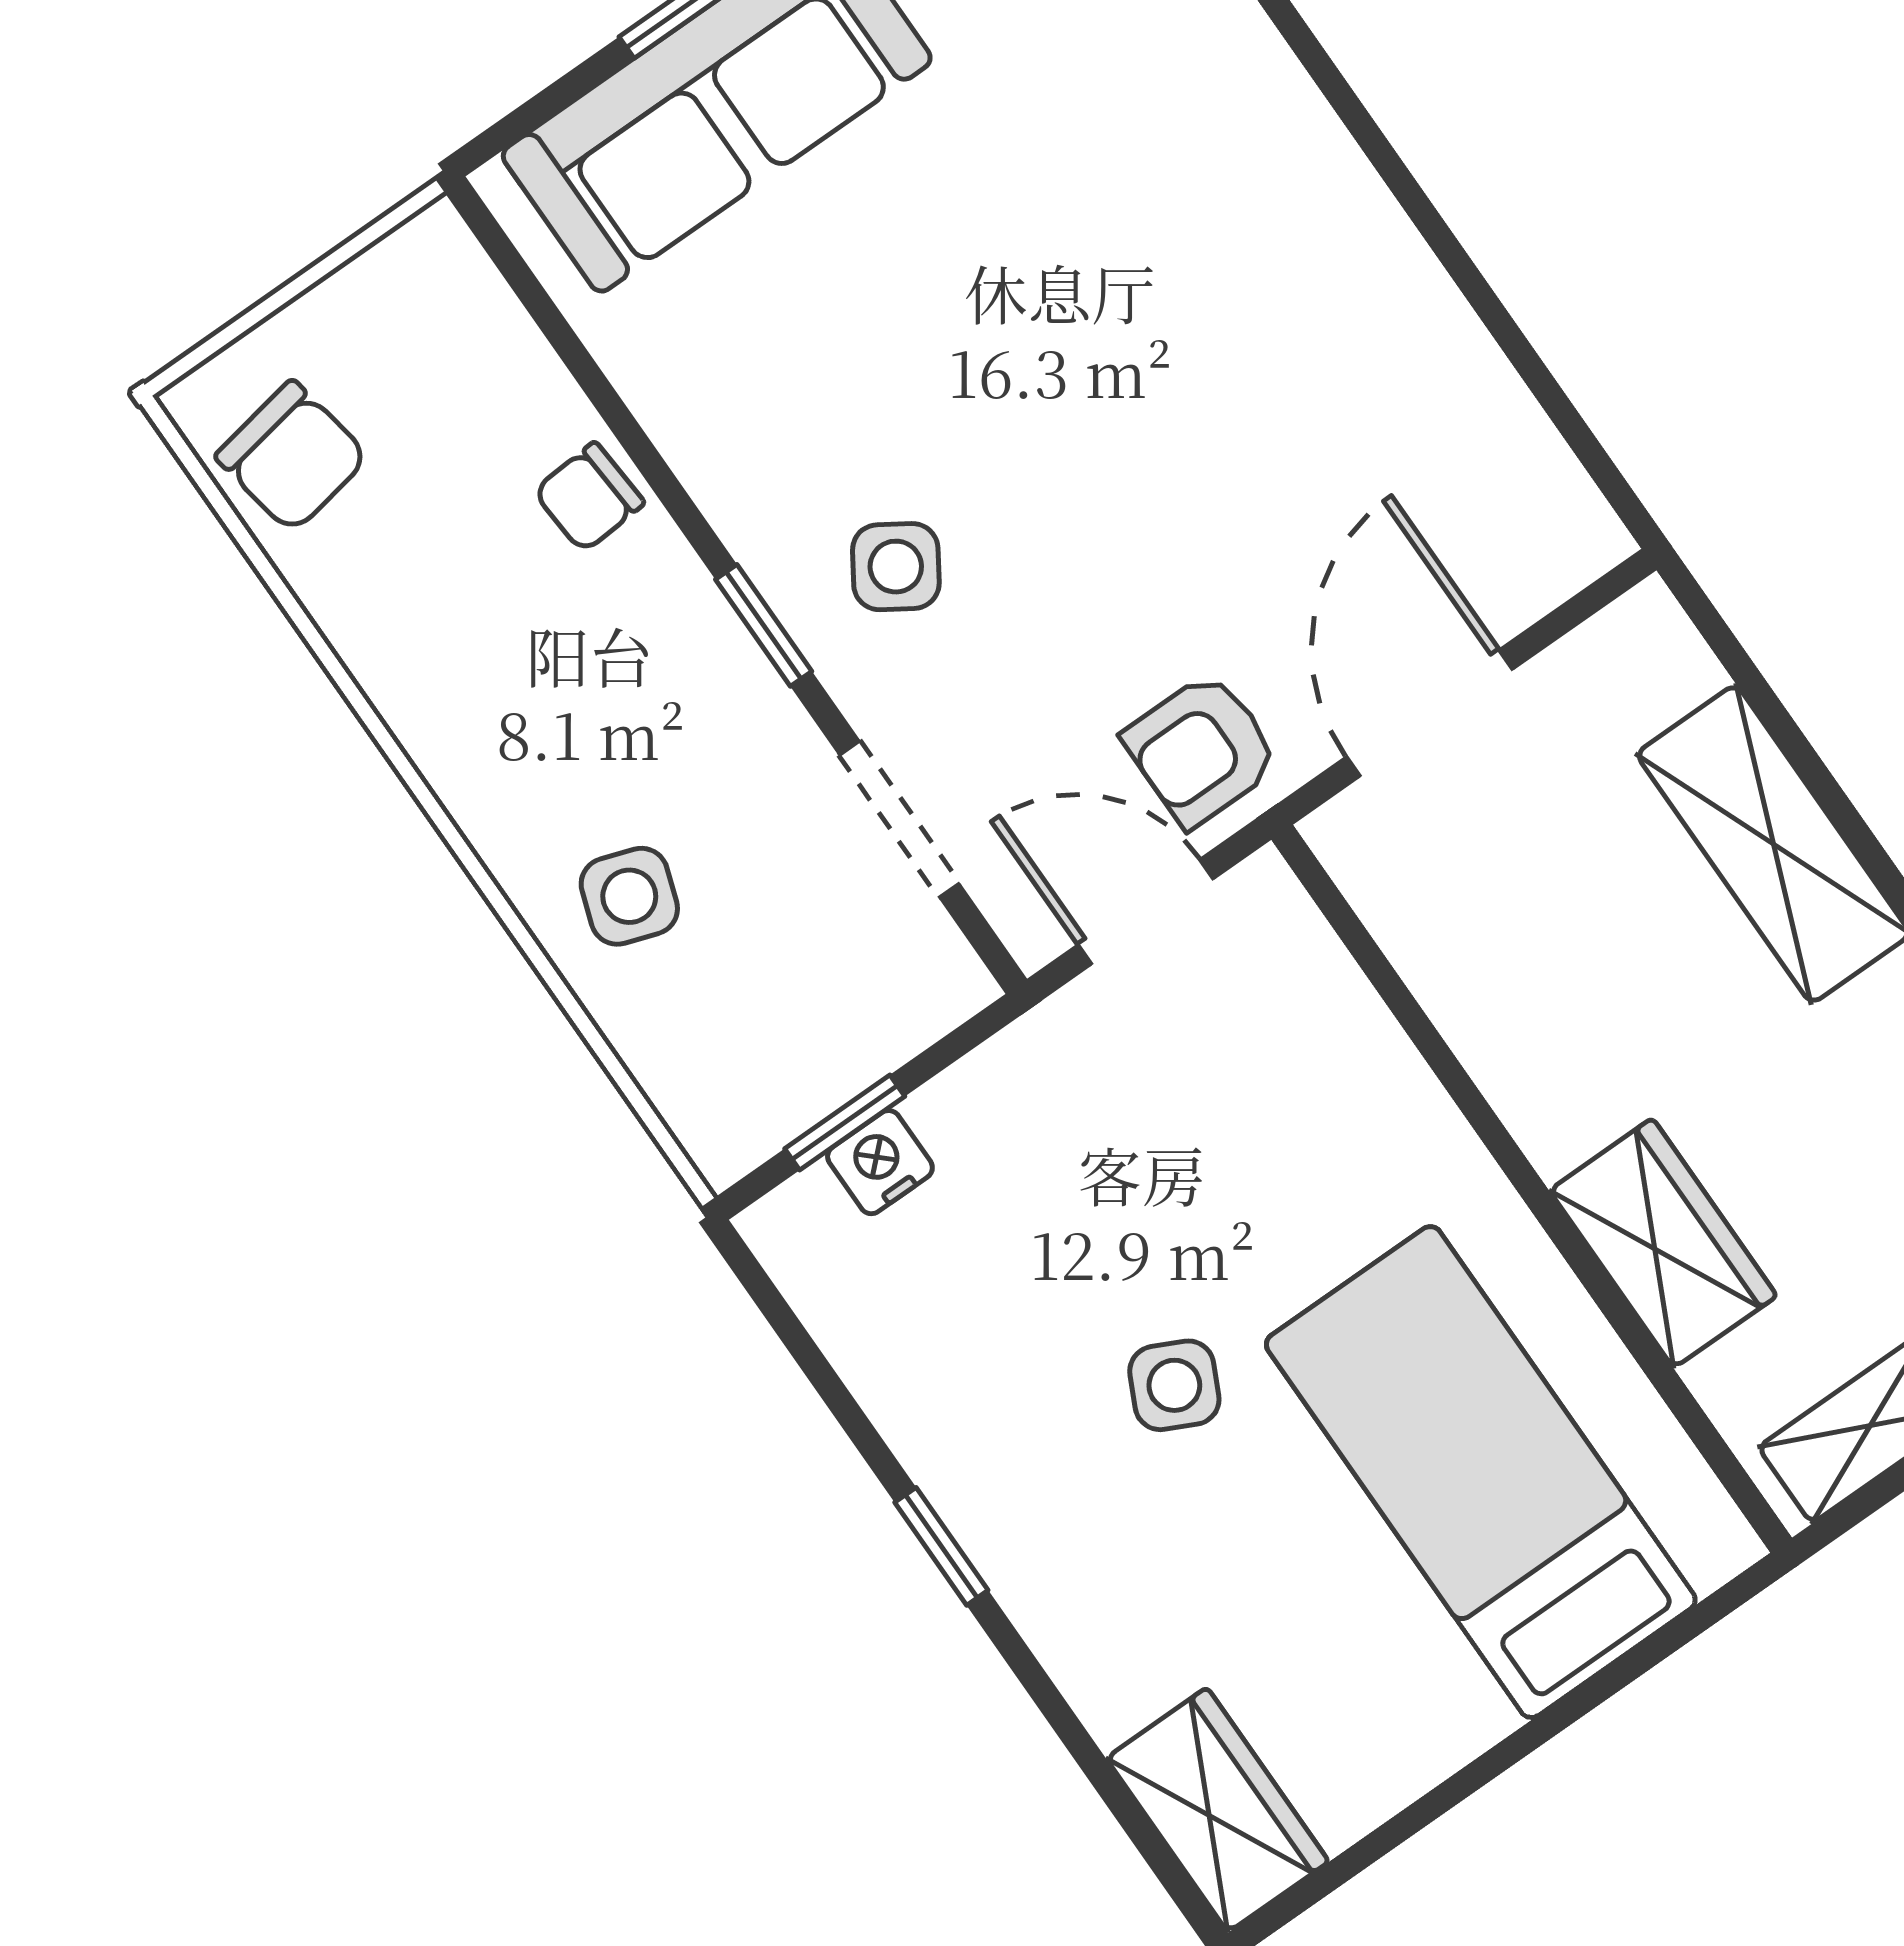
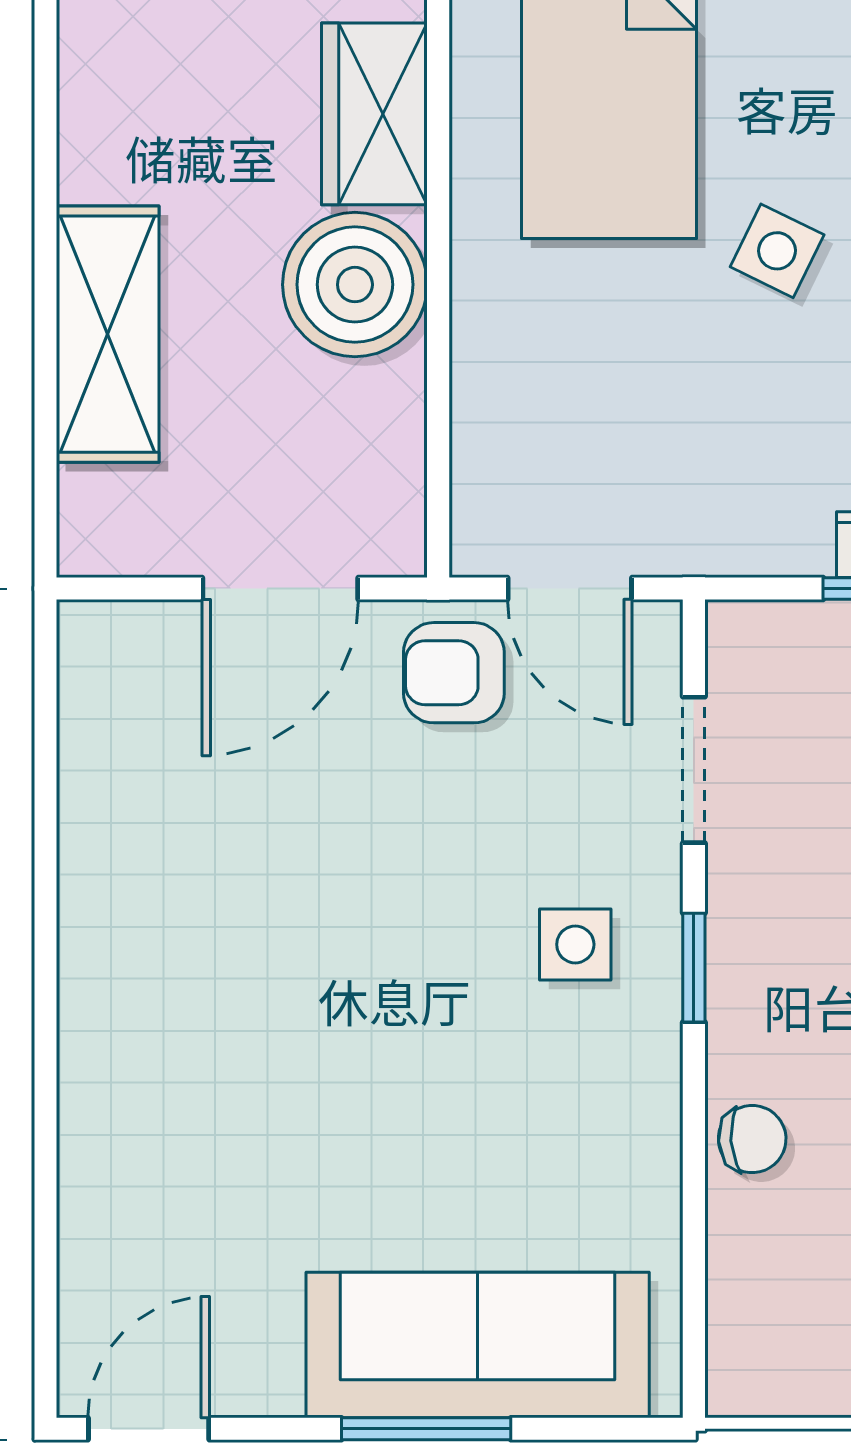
side table: (896, 567) -> (575, 944), turned -33
armchair: (1202, 750) -> (454, 673), turned 180
boiler: (1565, 1062) -> (355, 285), added

